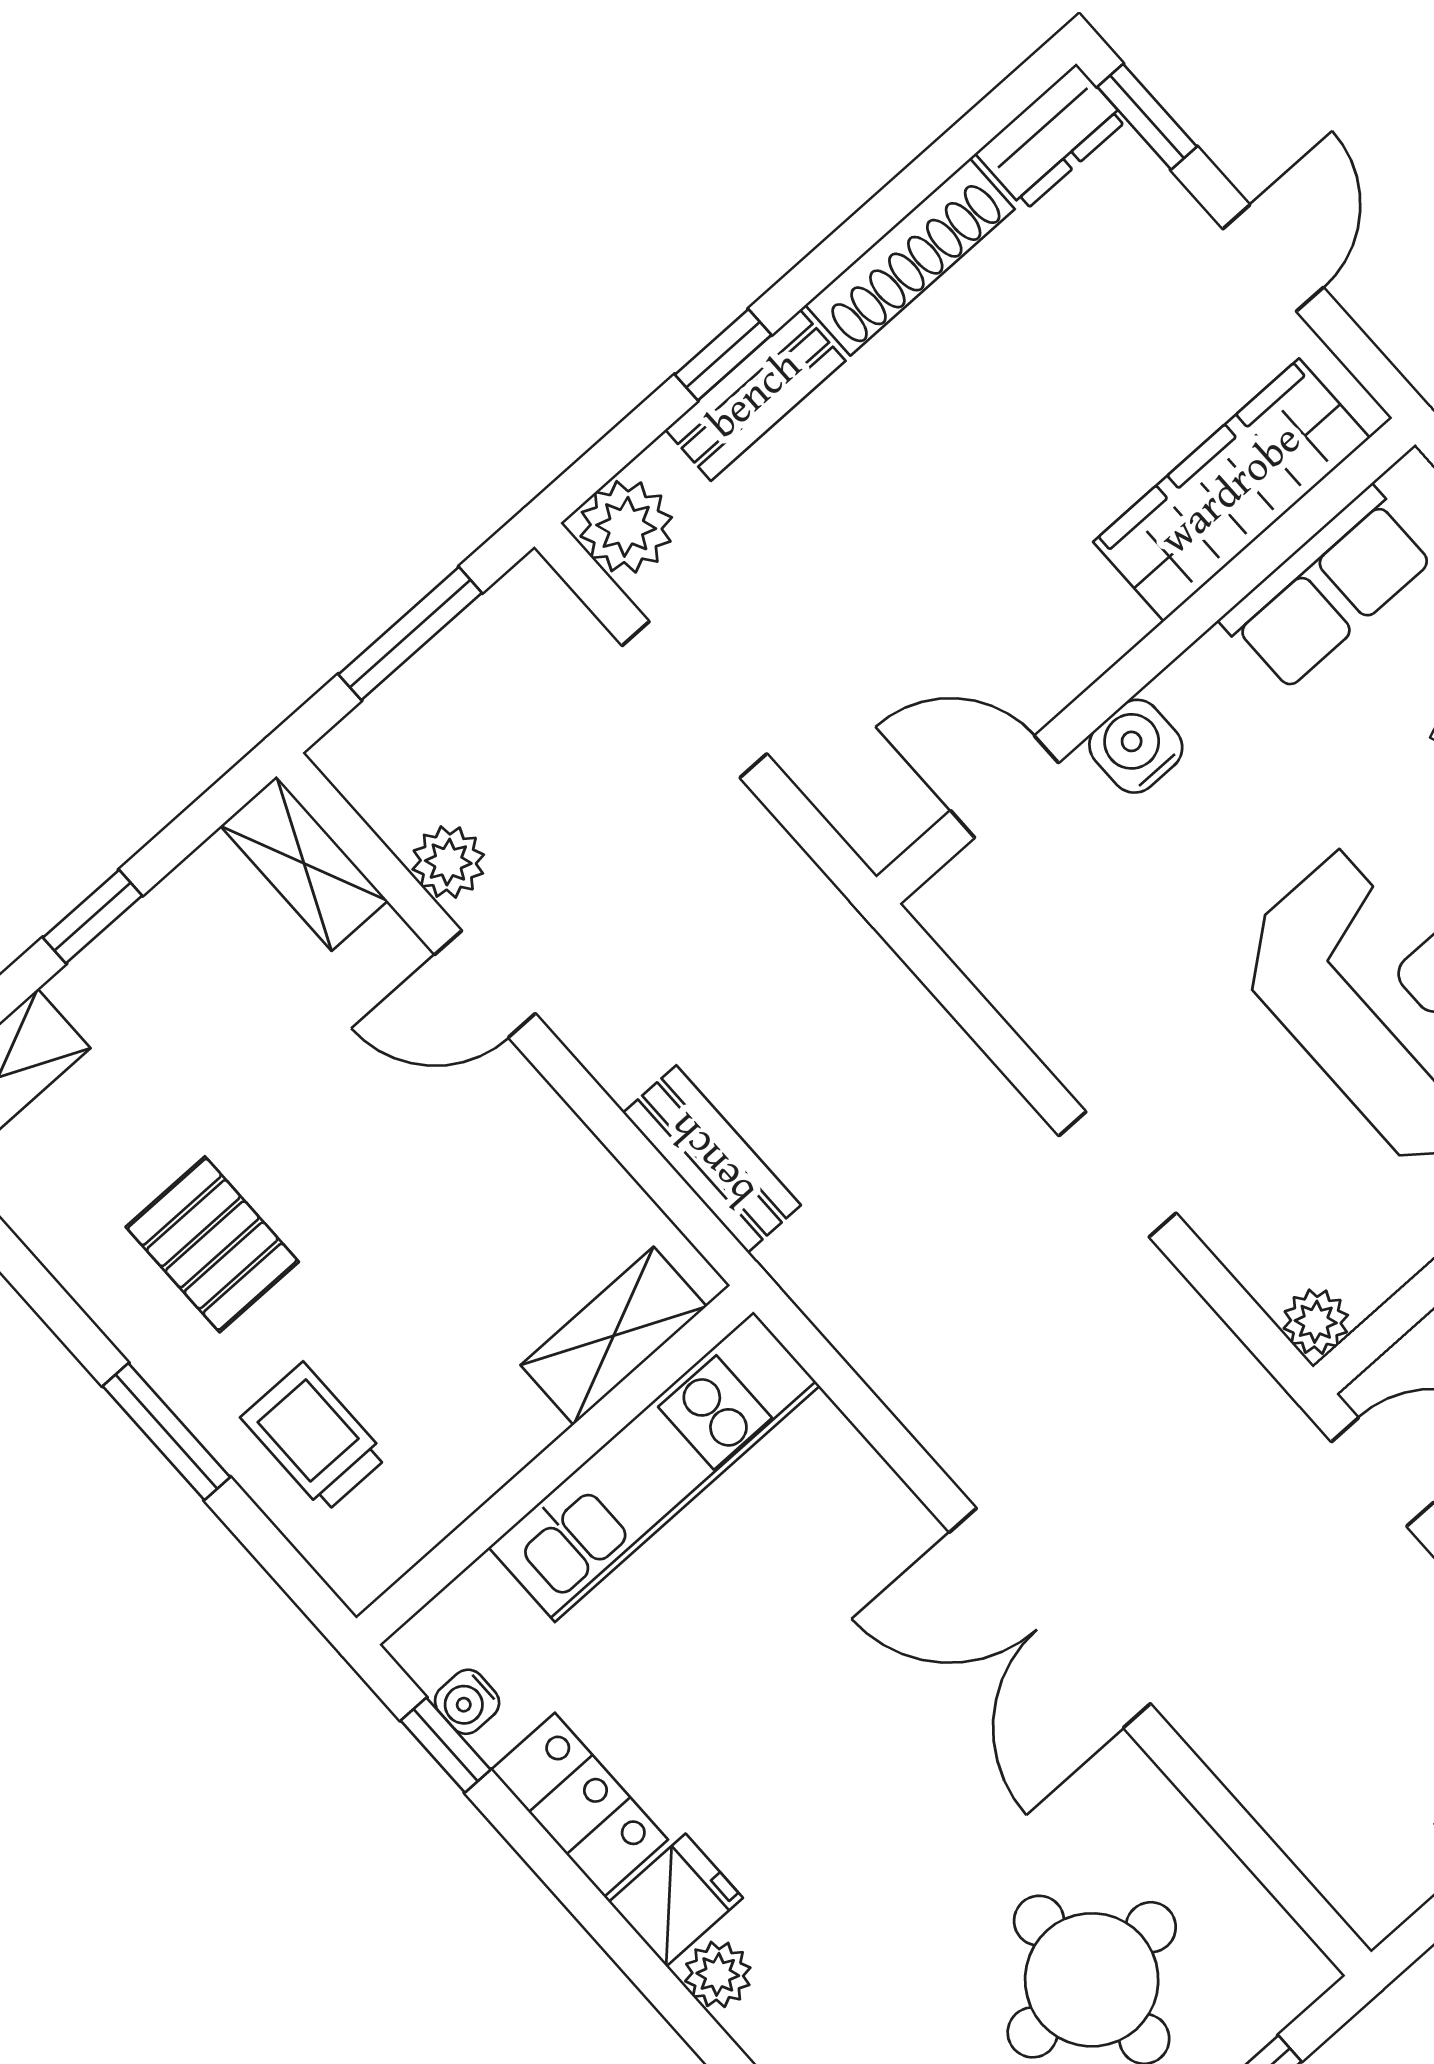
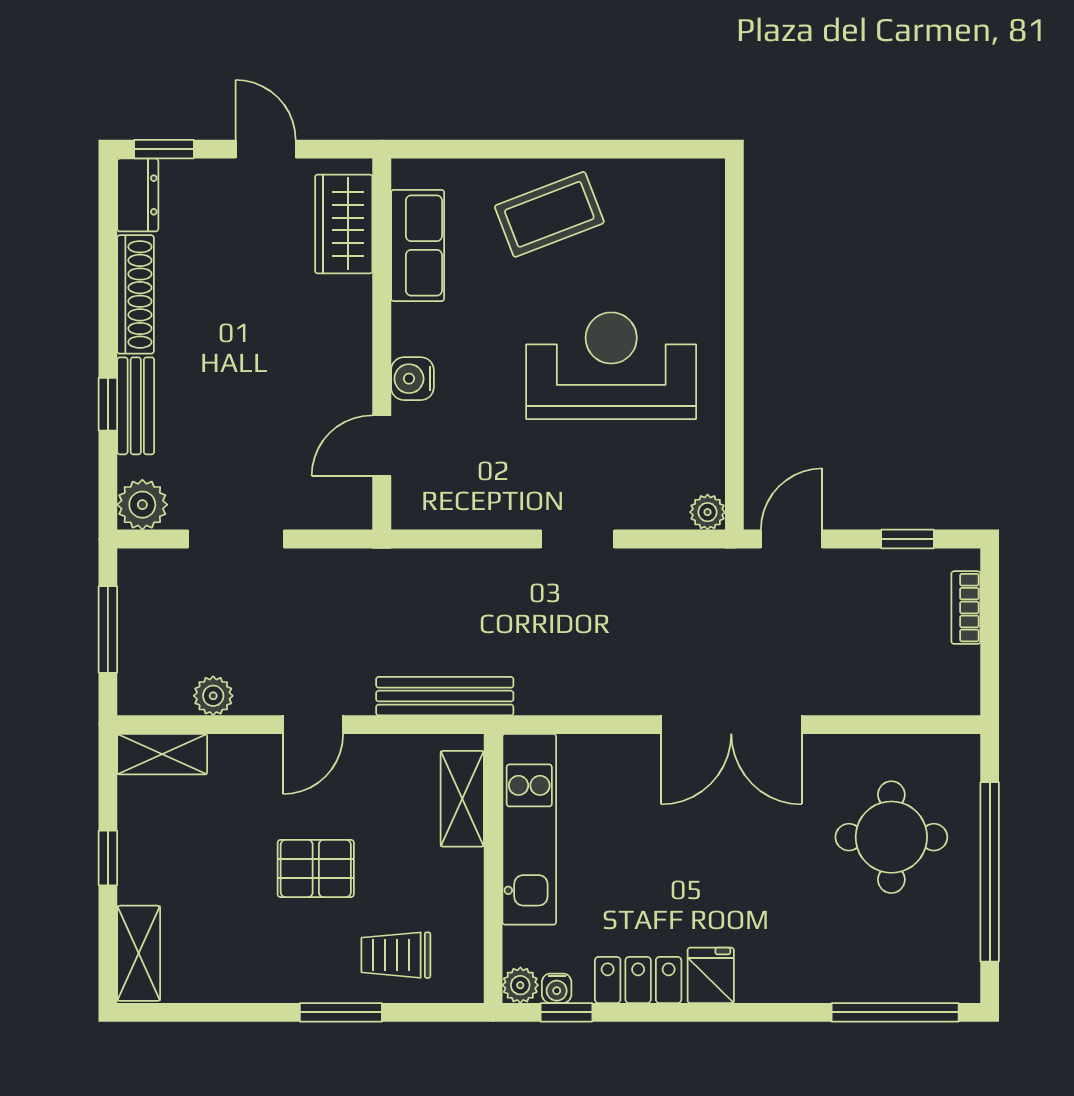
wardrobe: (1231, 490) -> (344, 224), width x0.67
door: (485, 984) -> (313, 725), moved
bench: (712, 1159) -> (445, 696), width x1.36
pallet: (212, 1244) -> (316, 868), moved
plant: (718, 1974) -> (520, 985), moved

